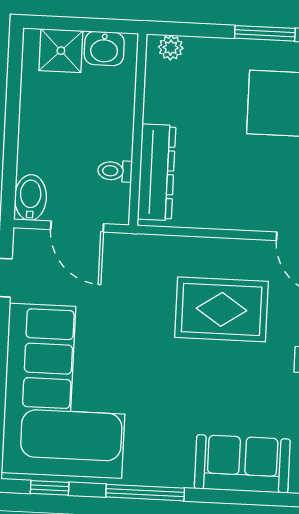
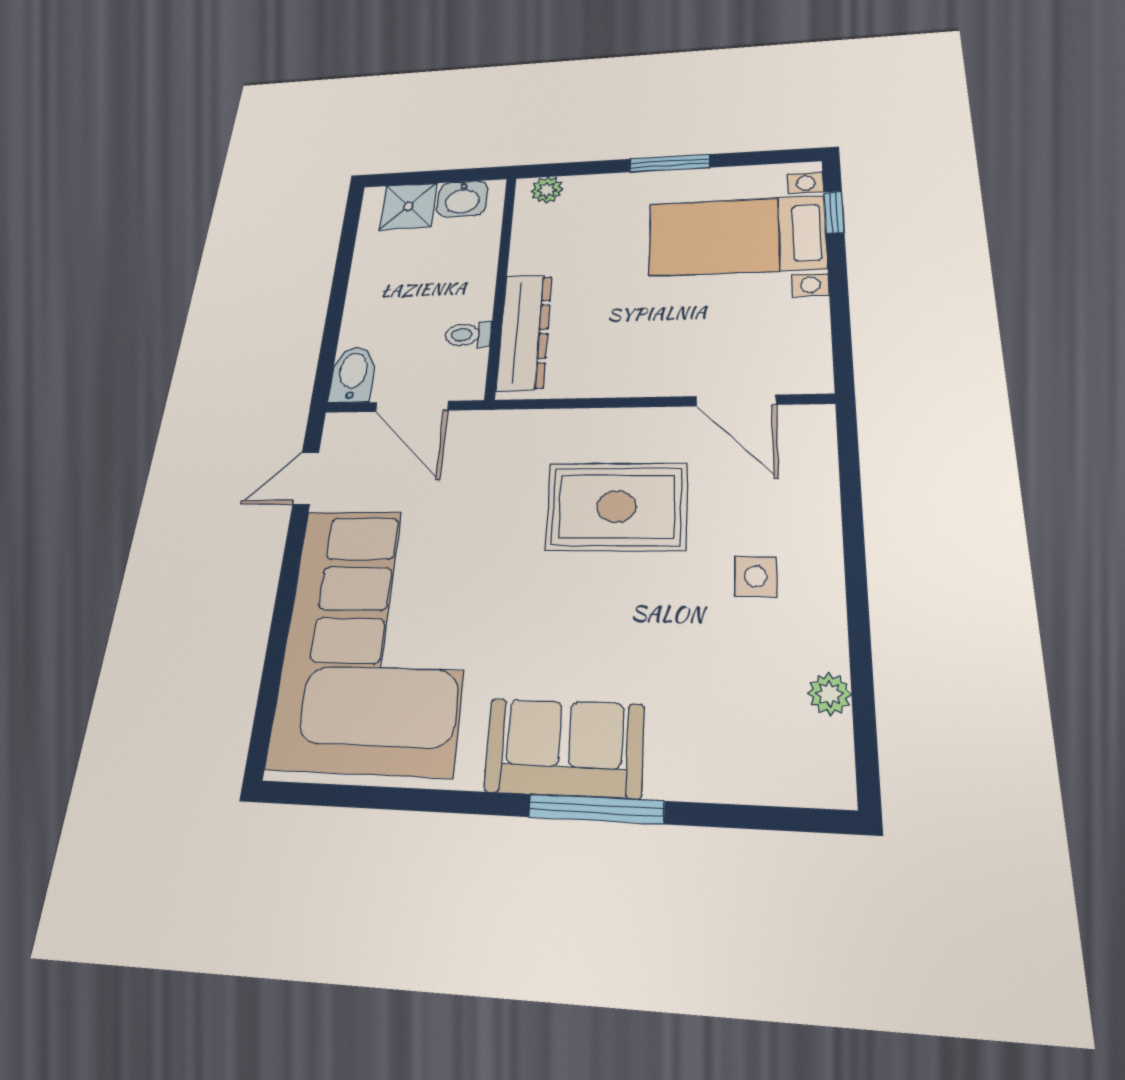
sofa: (242, 464) -> (564, 748), moved
window: (50, 488) -> (337, 795), removed
window: (145, 493) -> (596, 809), moved

